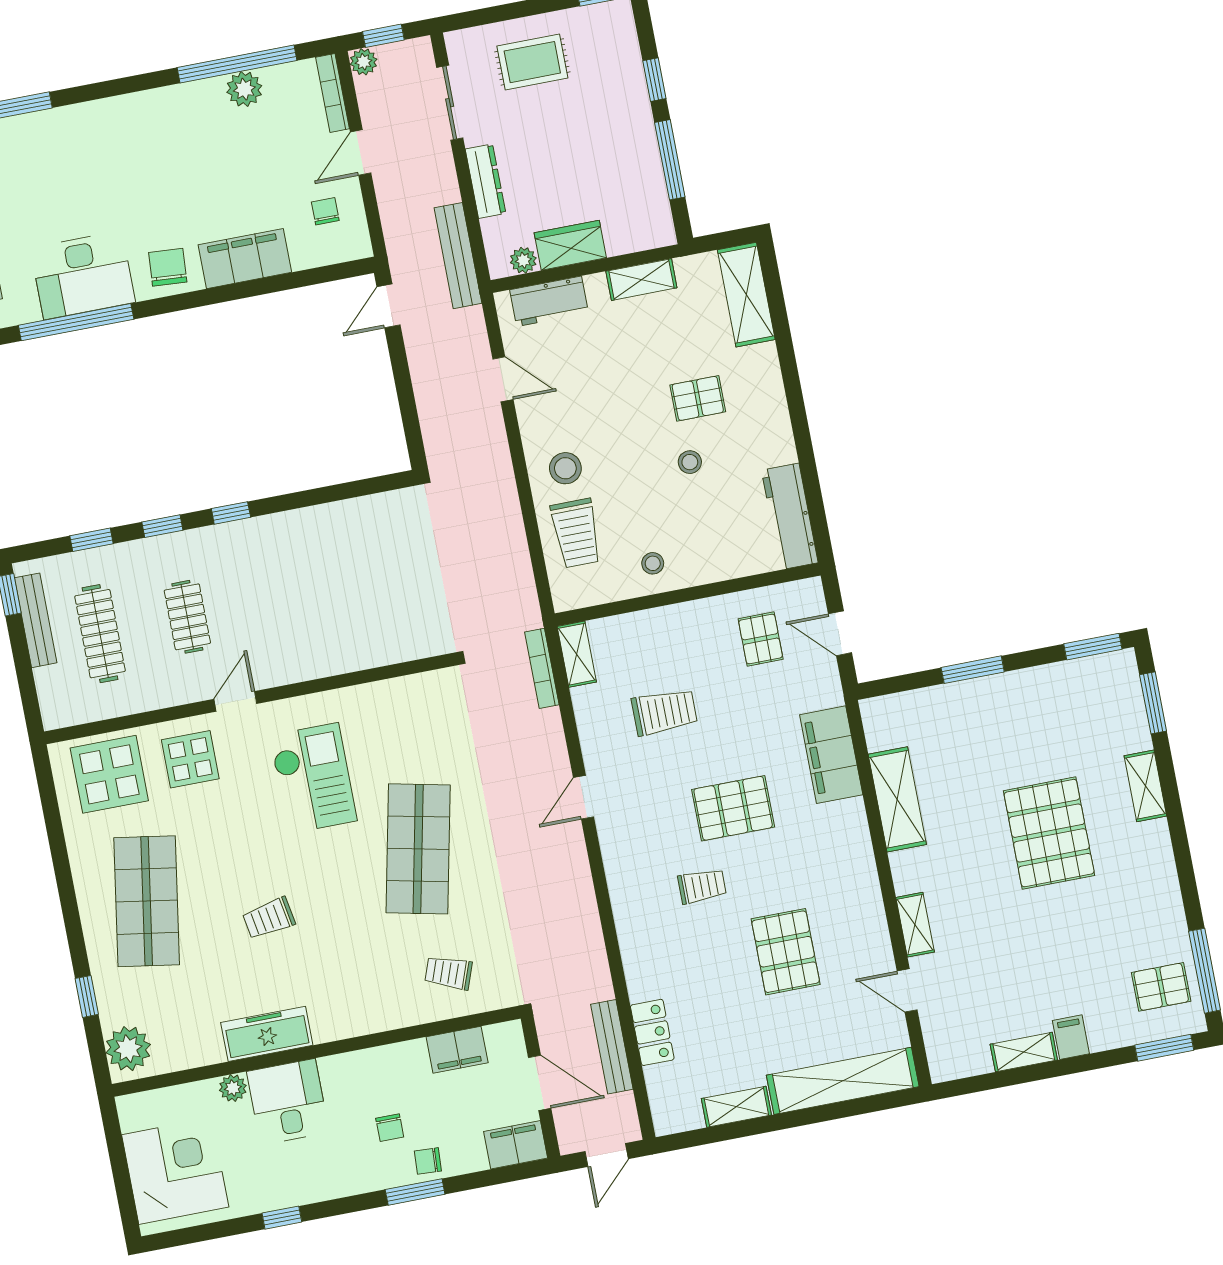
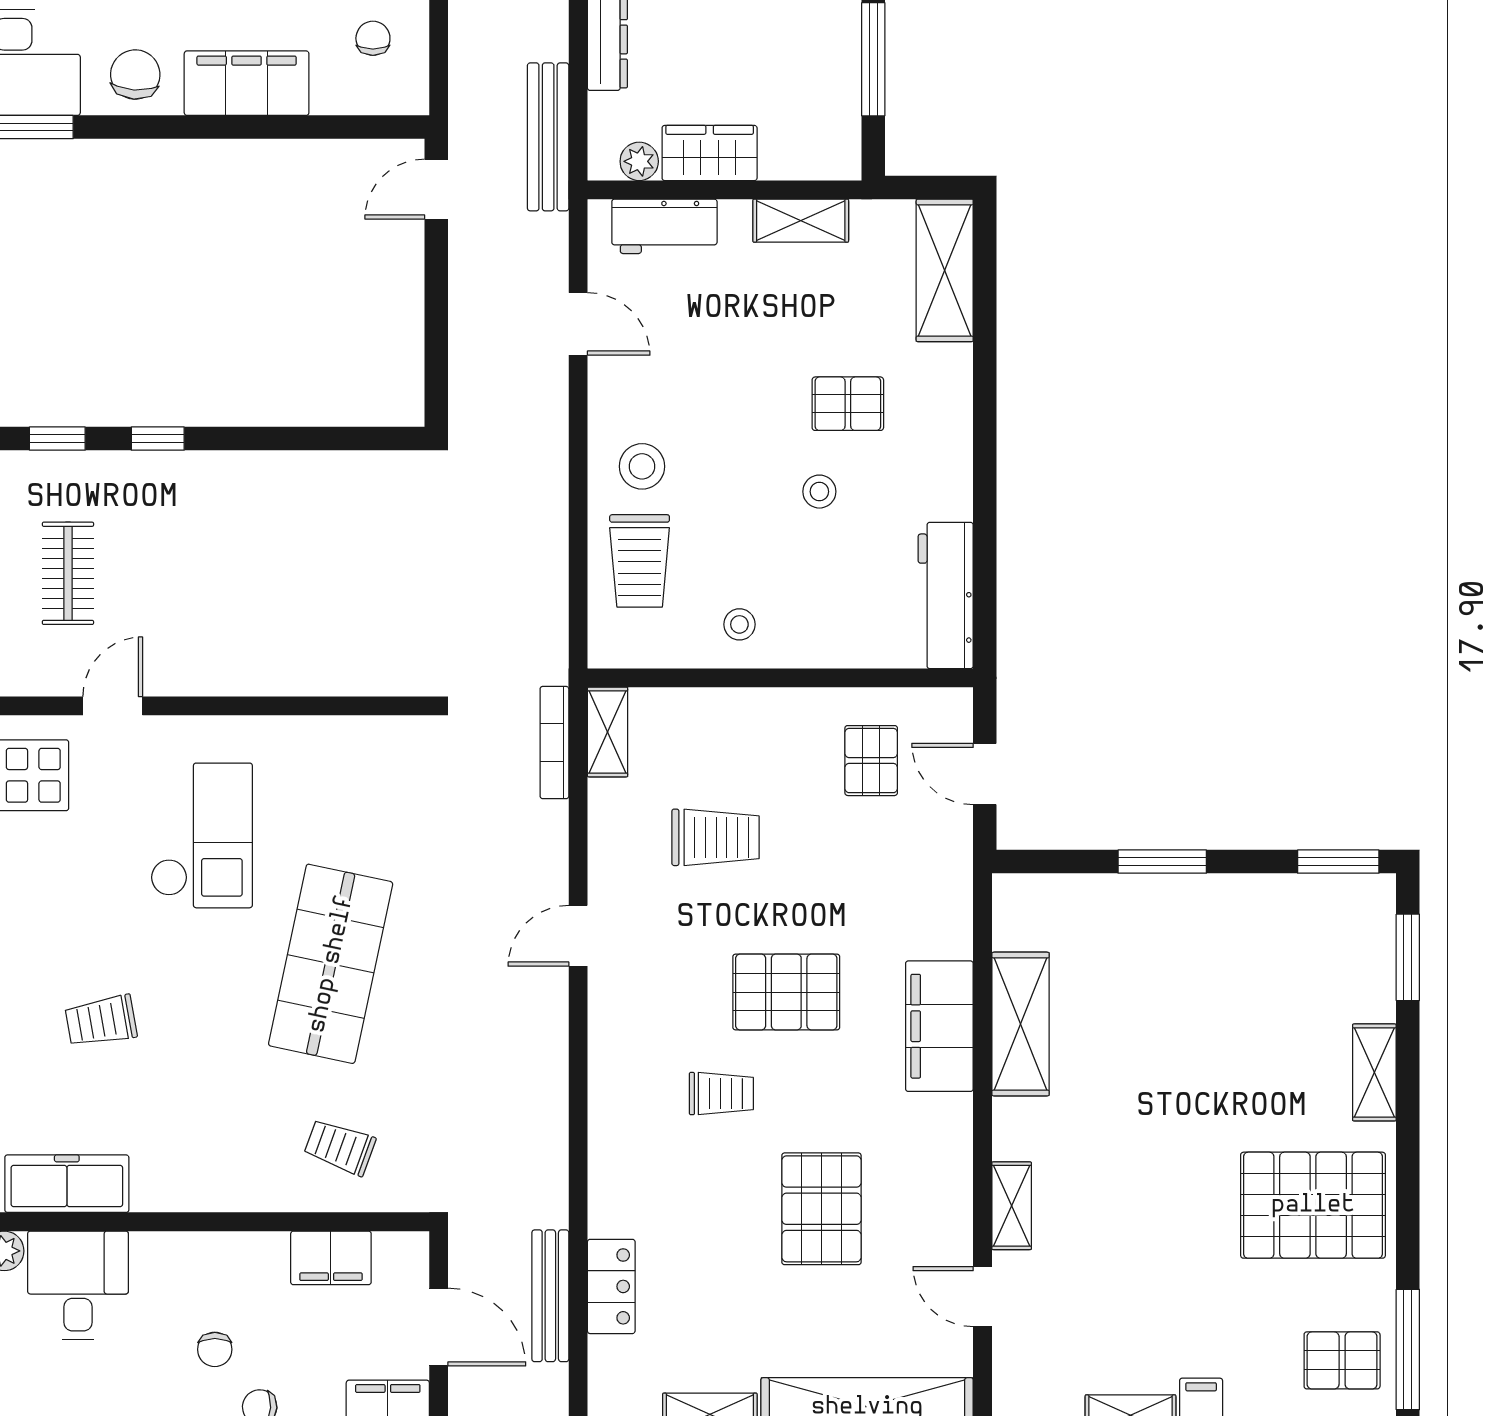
filing cabinet: (831, 755) -> (939, 1026), moved
pallet: (1049, 833) -> (1313, 1205), moved, turned 90

